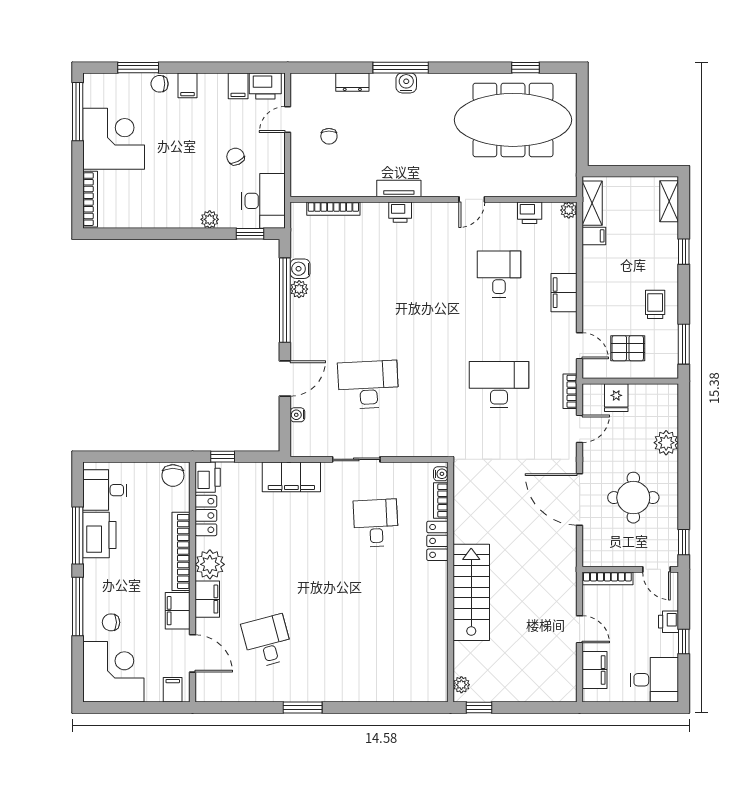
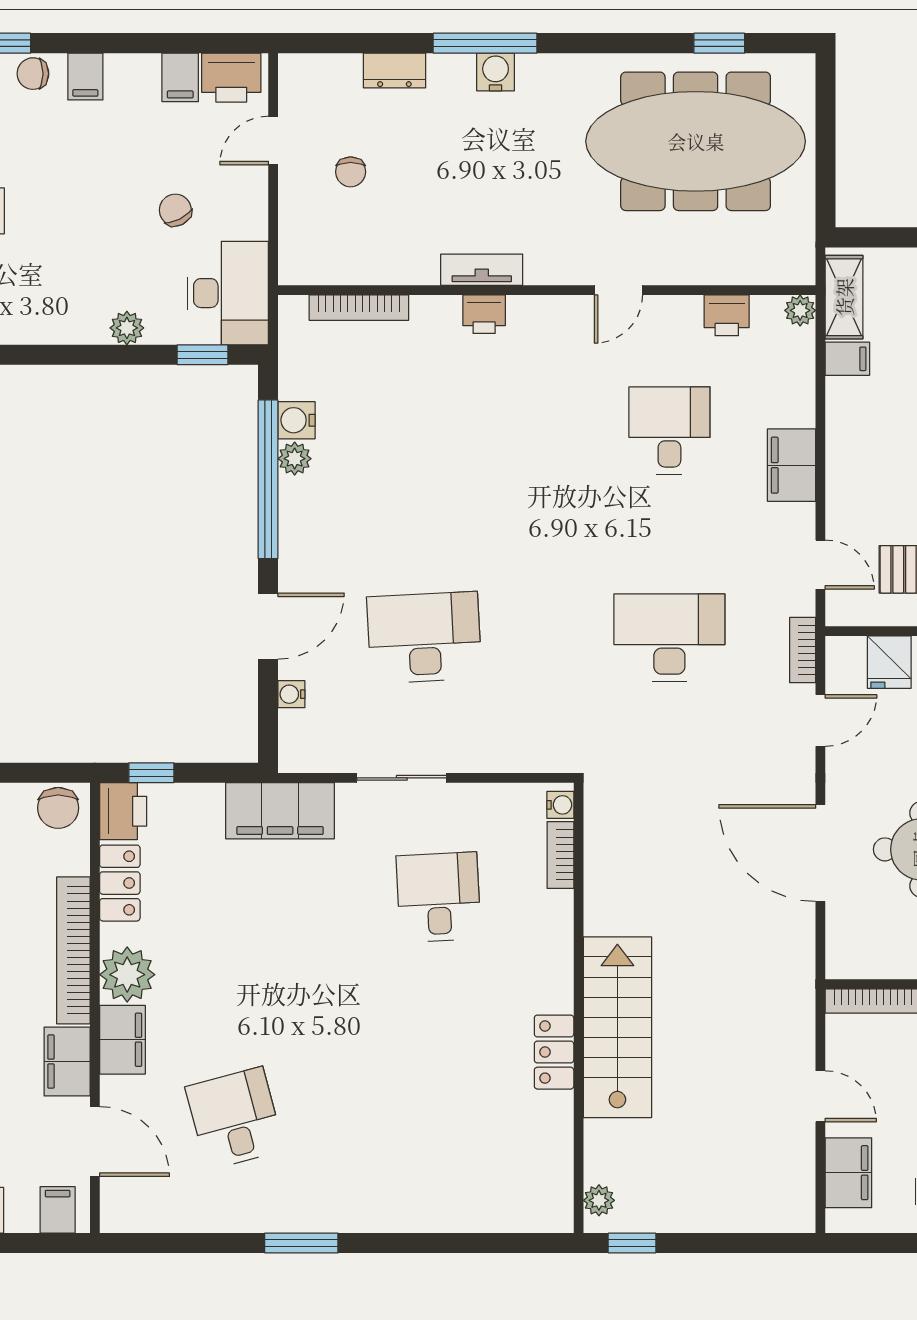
locker: (437, 541) -> (554, 1052), moved

